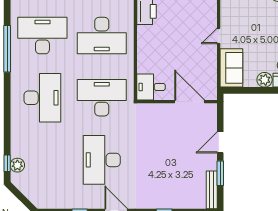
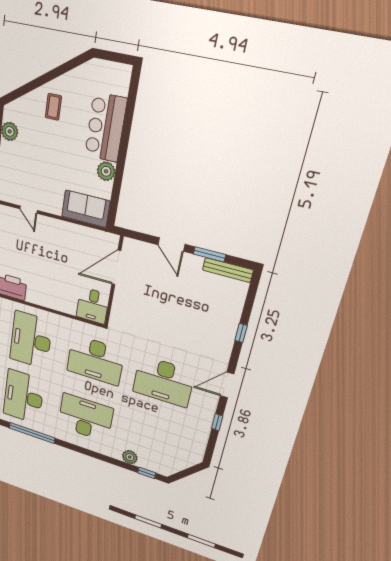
desk: (102, 36) -> (31, 340), turned 180
door: (219, 36) -> (29, 210), moved
desk: (102, 98) -> (95, 360), turned -90
plant: (17, 165) -> (130, 457), moved

